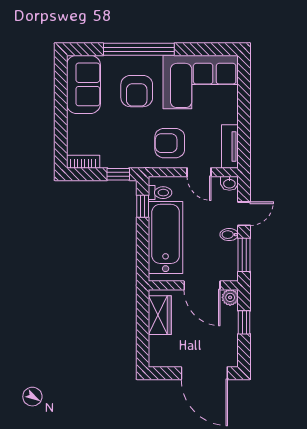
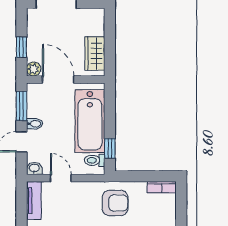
armchair: (170, 143) -> (115, 203), moved
window: (118, 174) -> (131, 176), removed

